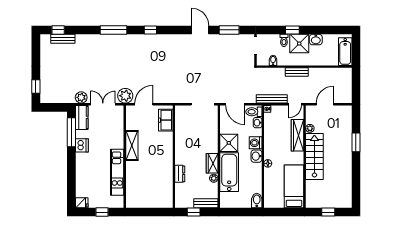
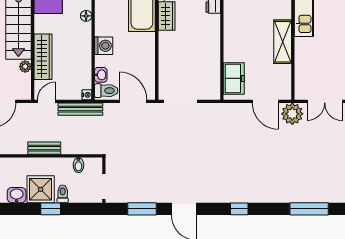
window: (150, 30) -> (239, 209), moved
door: (144, 104) -> (265, 101), hinge flipped
shower: (229, 143) -> (142, 46), removed
washbasin: (256, 156) -> (102, 26), removed

